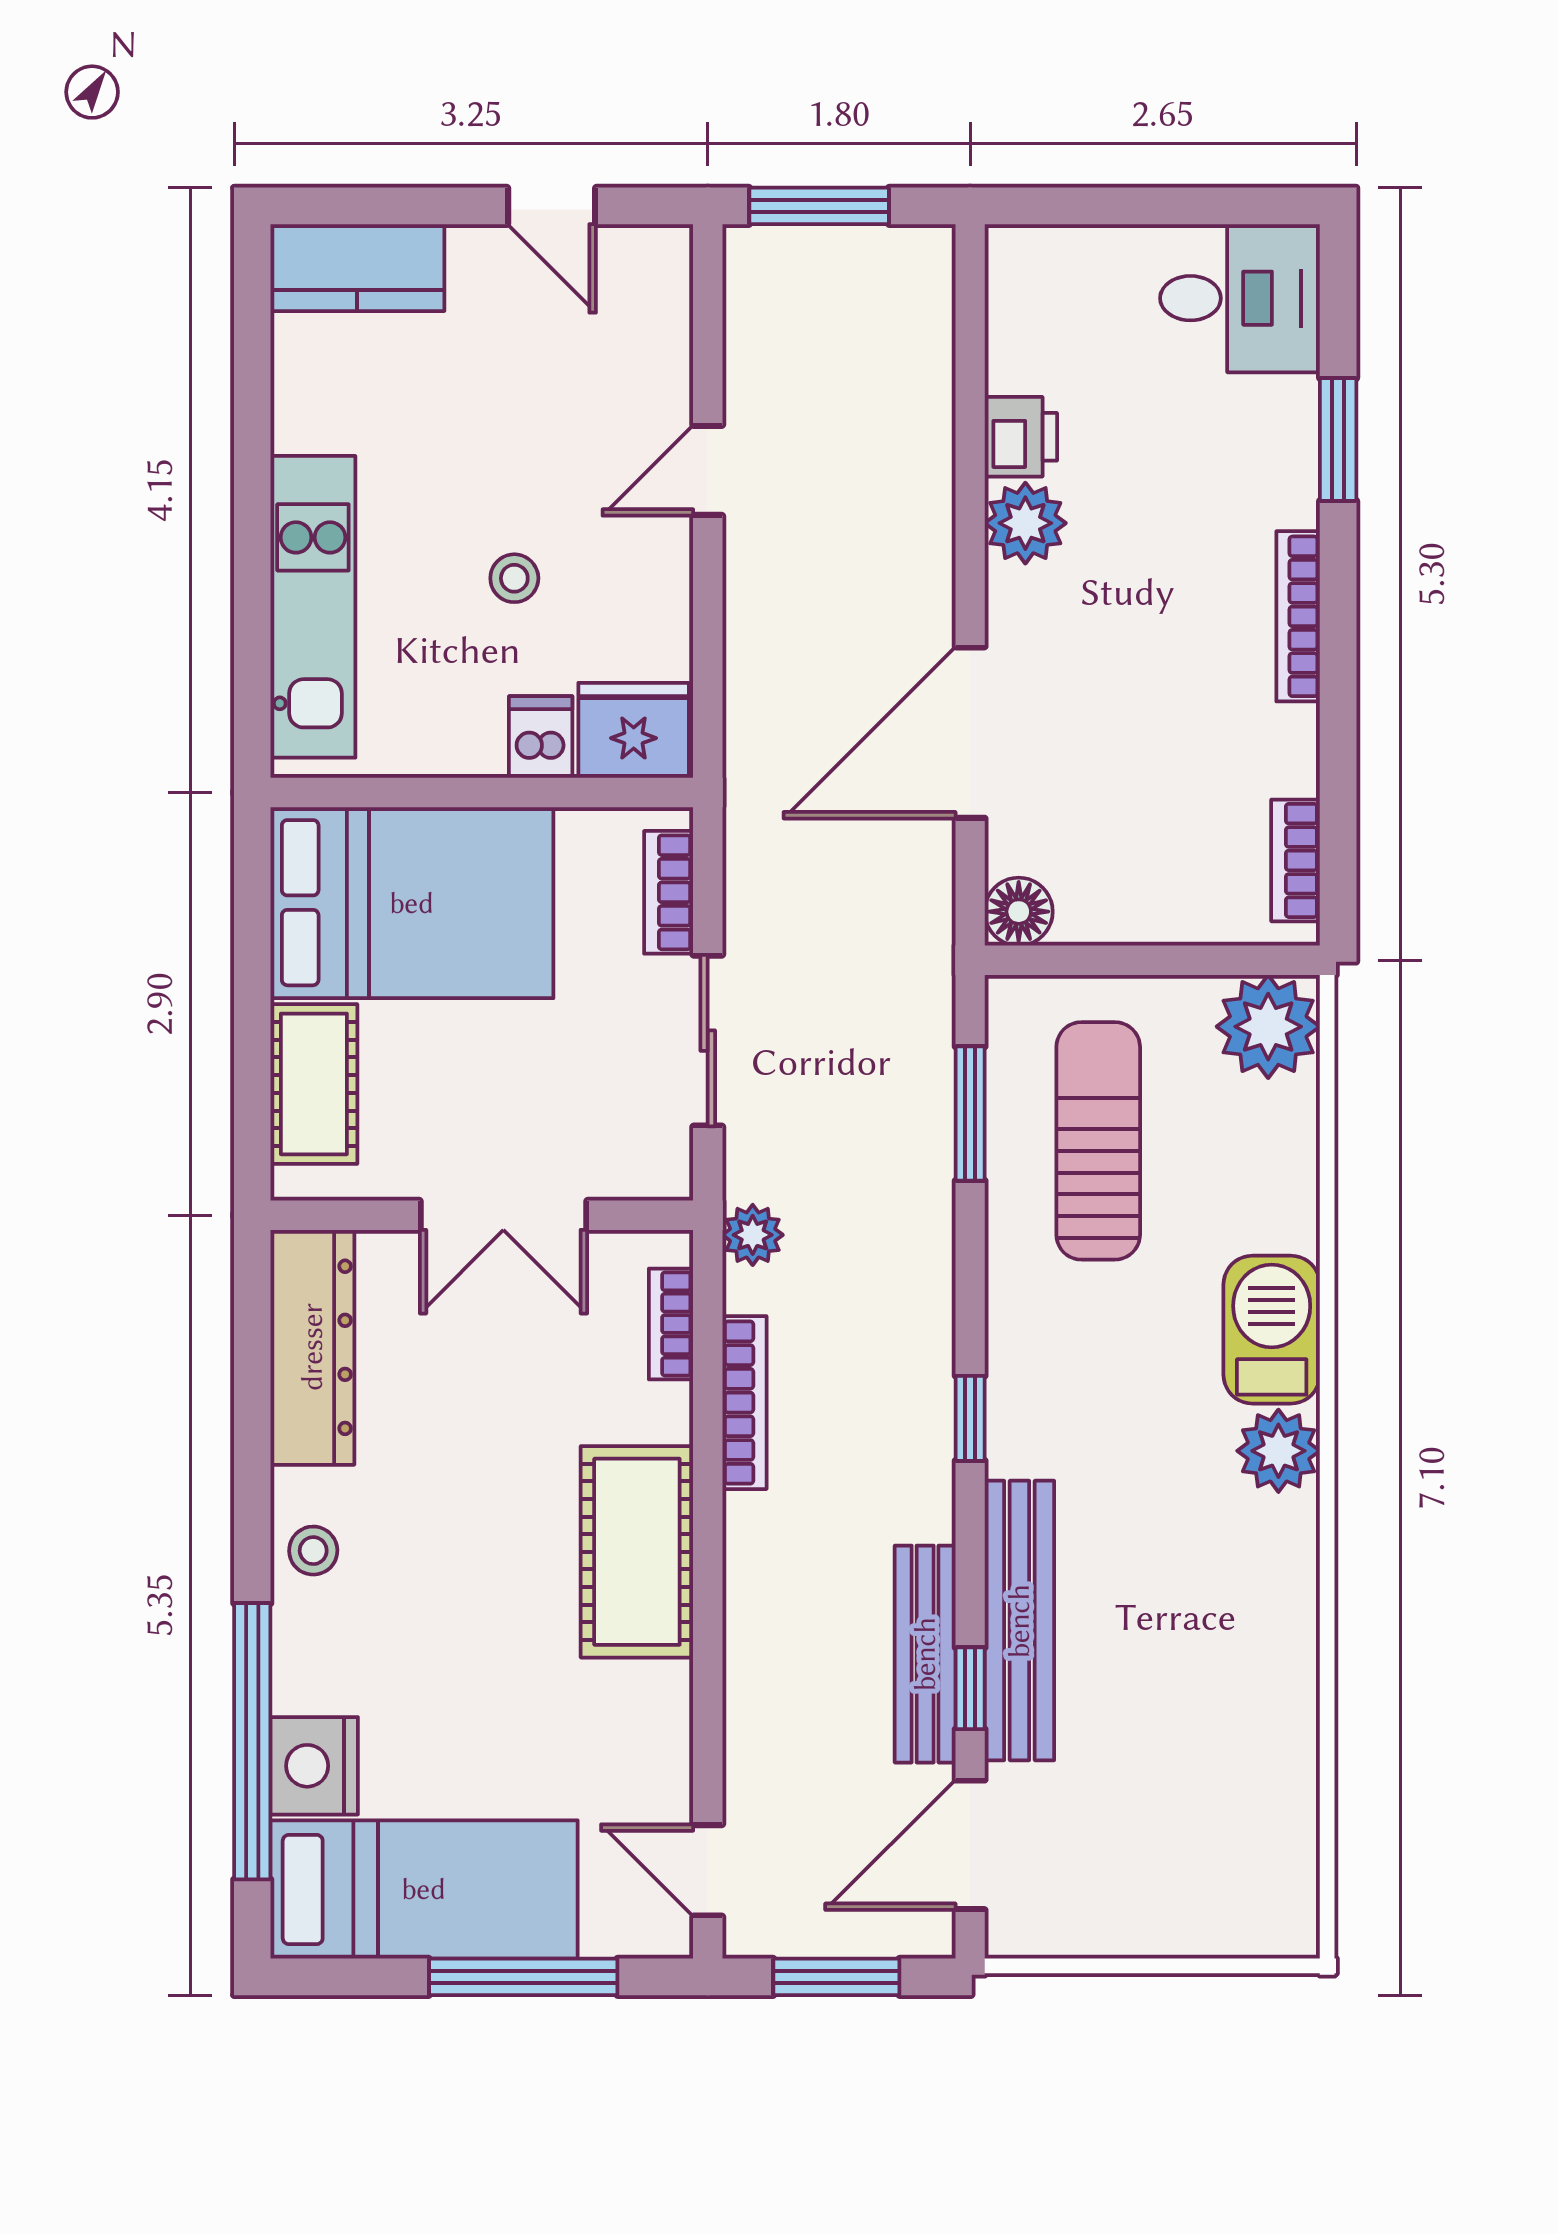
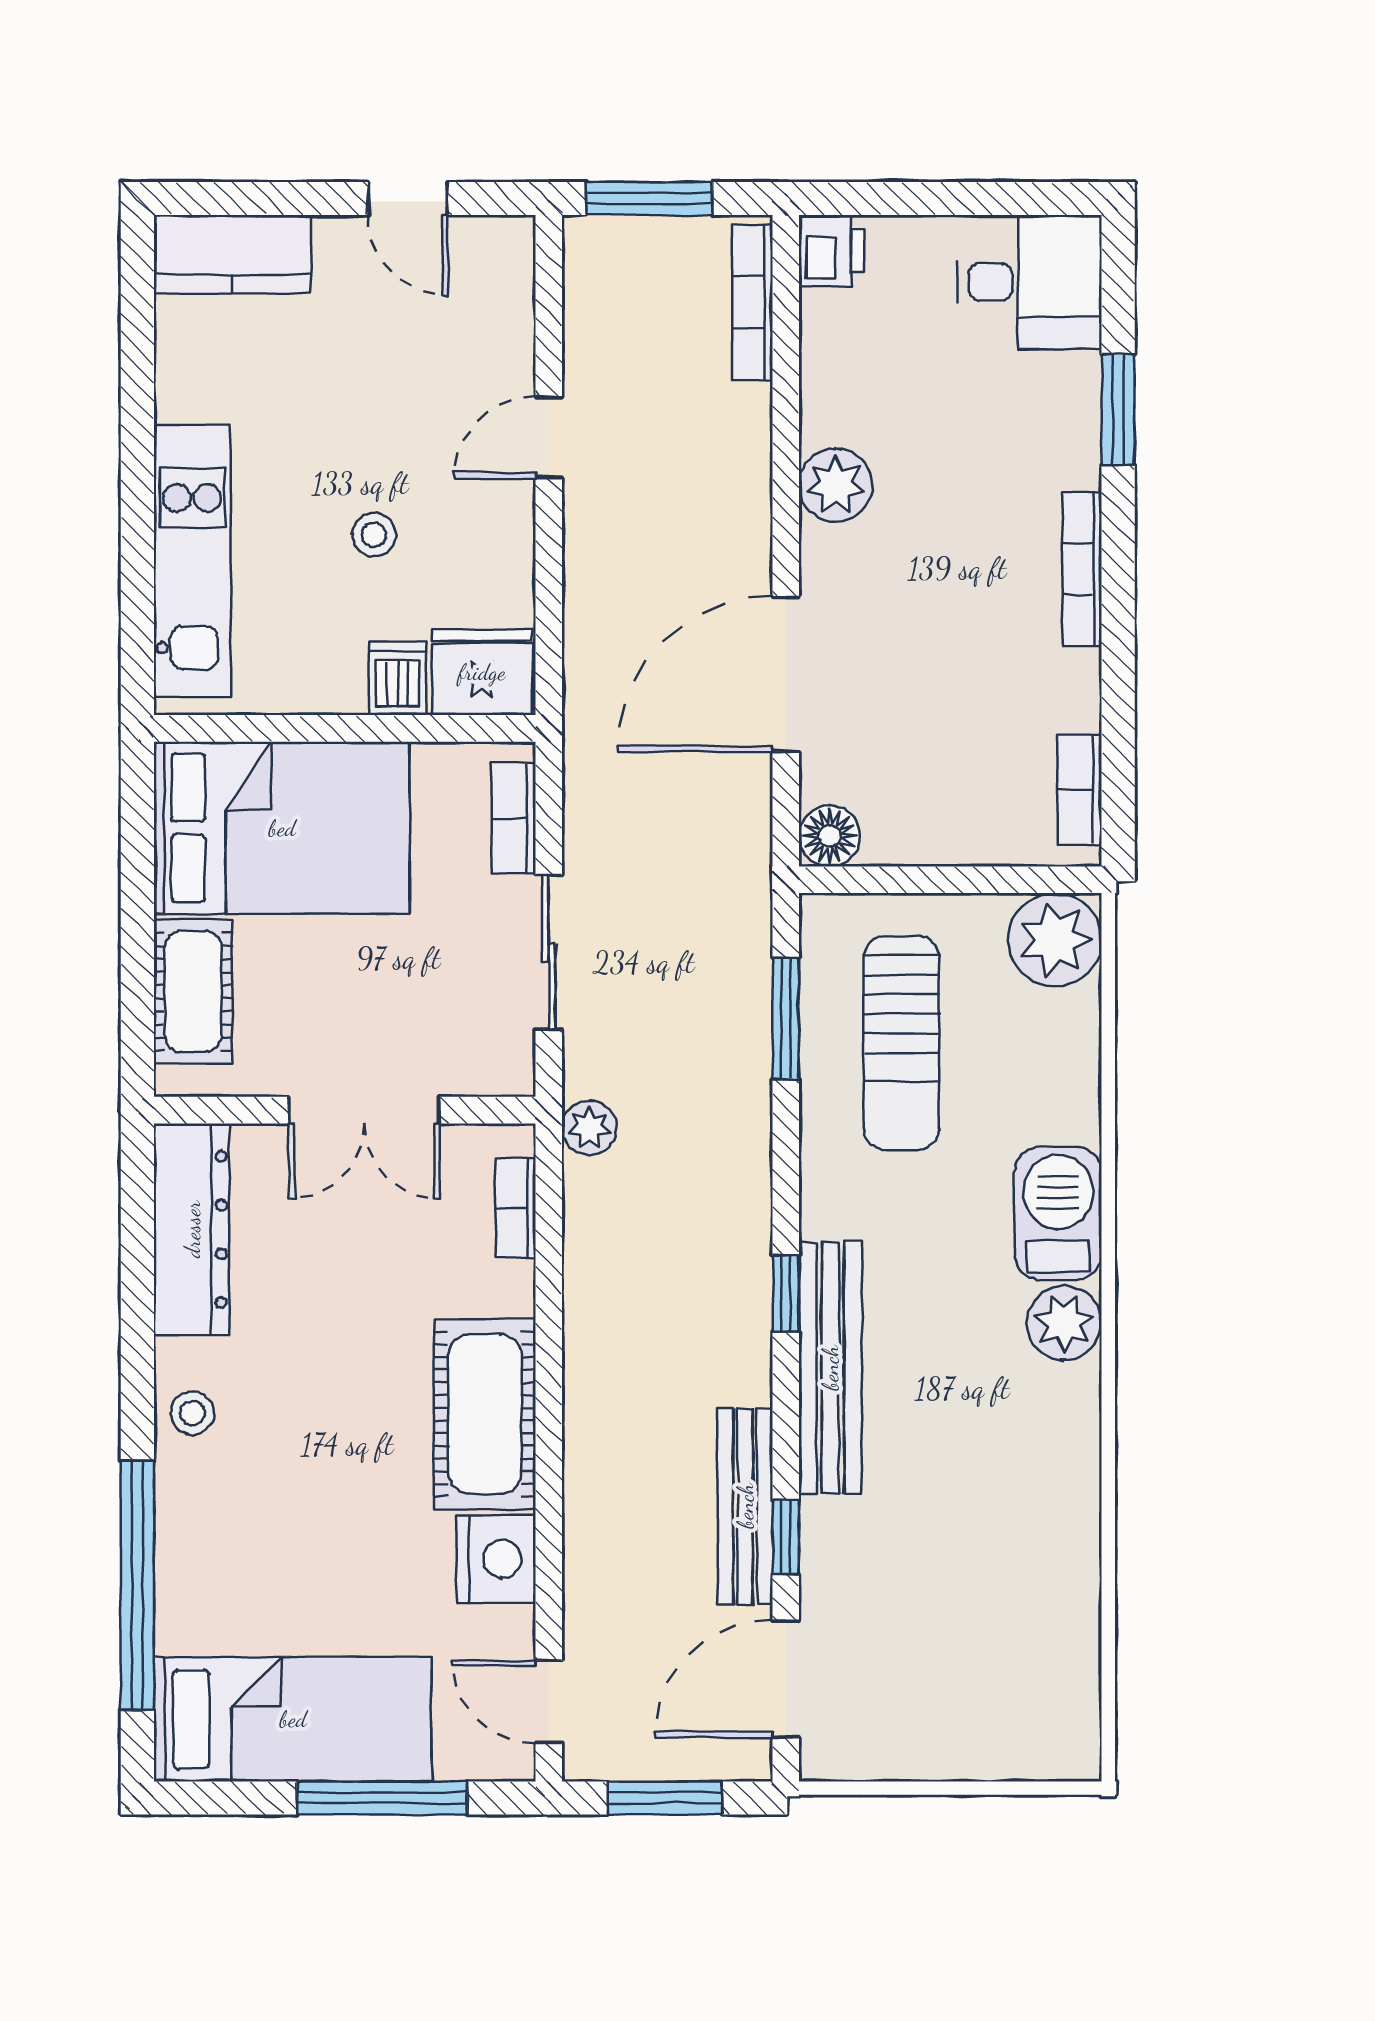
printer: (1021, 437) -> (832, 251), moved
sun lounger: (1098, 1141) -> (901, 1043), turned 180
bookcase: (744, 1403) -> (753, 302), moved, turned 180
bench: (1019, 1621) -> (830, 1368), moved
nightstand: (314, 1766) -> (496, 1559), moved, turned 180

